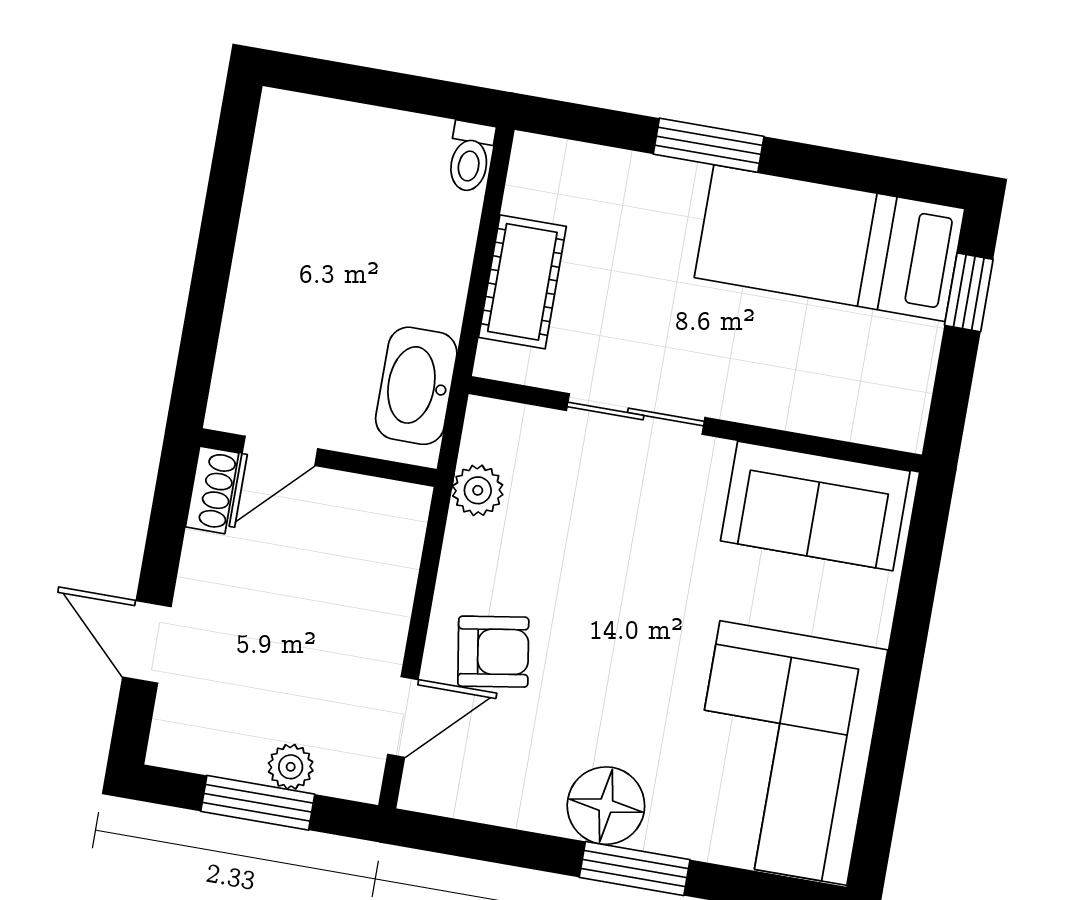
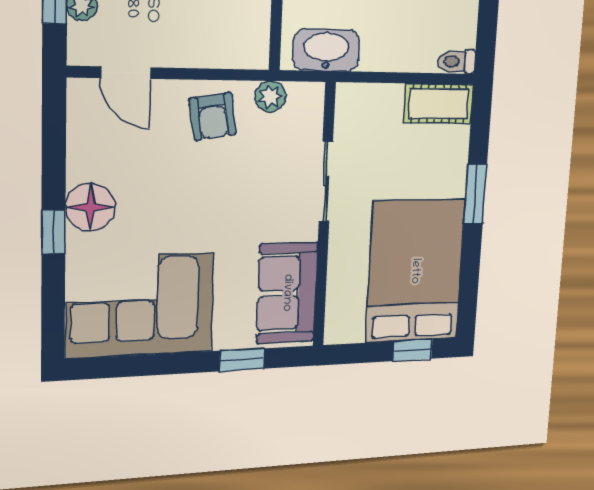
bed: (829, 243) -> (415, 271), width x1.50
cot: (522, 282) -> (439, 104), moved
window: (915, 599) -> (242, 360), added
armchair: (493, 652) -> (213, 116), moved
window: (635, 868) -> (53, 232), width x0.67

